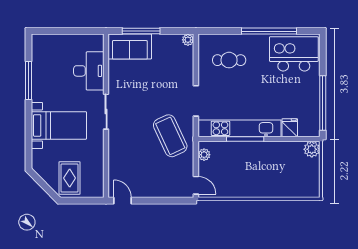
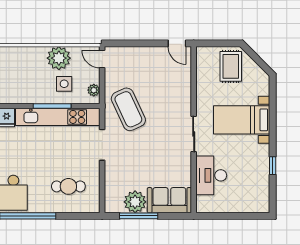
window: (141, 31) -> (139, 216), moved
plant: (188, 40) -> (135, 202), moved, width x1.87, depth x1.87
window: (28, 80) -> (273, 166), width x0.46
side table: (233, 161) -> (64, 84), added
plant: (238, 186) -> (59, 58), added

